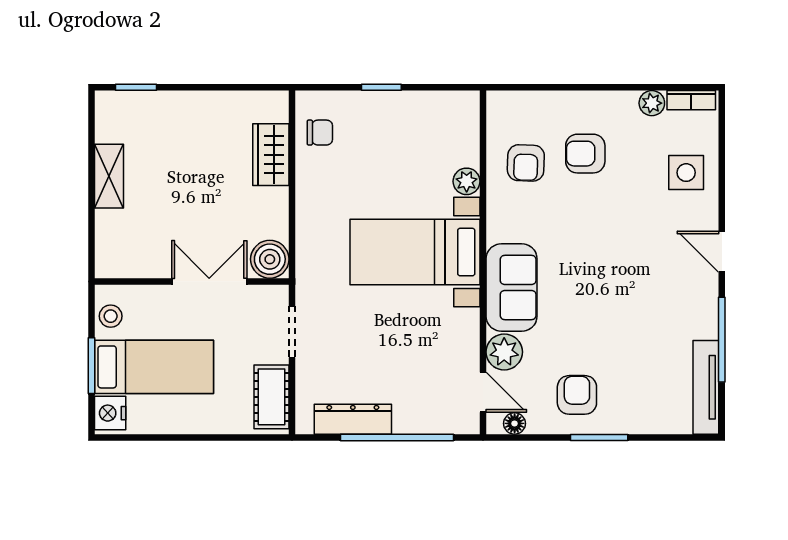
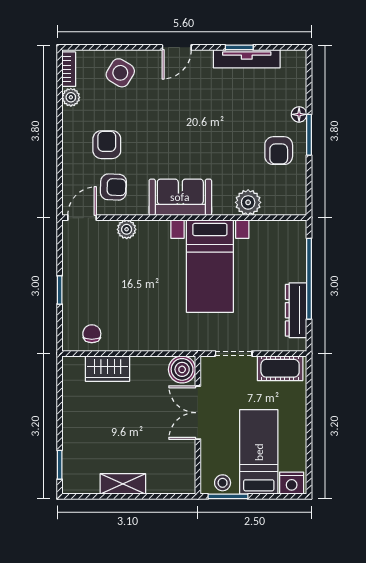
armchair: (585, 154) -> (107, 145), turned 180
side table: (686, 173) -> (120, 73), turned 31
bed with nightstands: (415, 252) -> (210, 266), moved
sofa: (512, 288) -> (180, 197), moved
window: (722, 340) -> (239, 47), width x0.46
window: (91, 366) -> (228, 496), moved
tv unit: (706, 387) -> (247, 59), moved
door: (483, 392) -> (82, 218), moved
armchair: (577, 395) -> (279, 151), turned -90
floor lamp: (515, 423) -> (299, 114), moved

